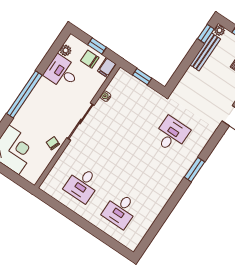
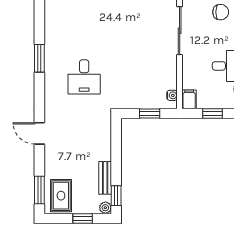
bench: (205, 52) -> (105, 178), width x0.73
chair: (90, 59) -> (221, 12), moved
water cooler: (105, 96) -> (172, 95), moved

